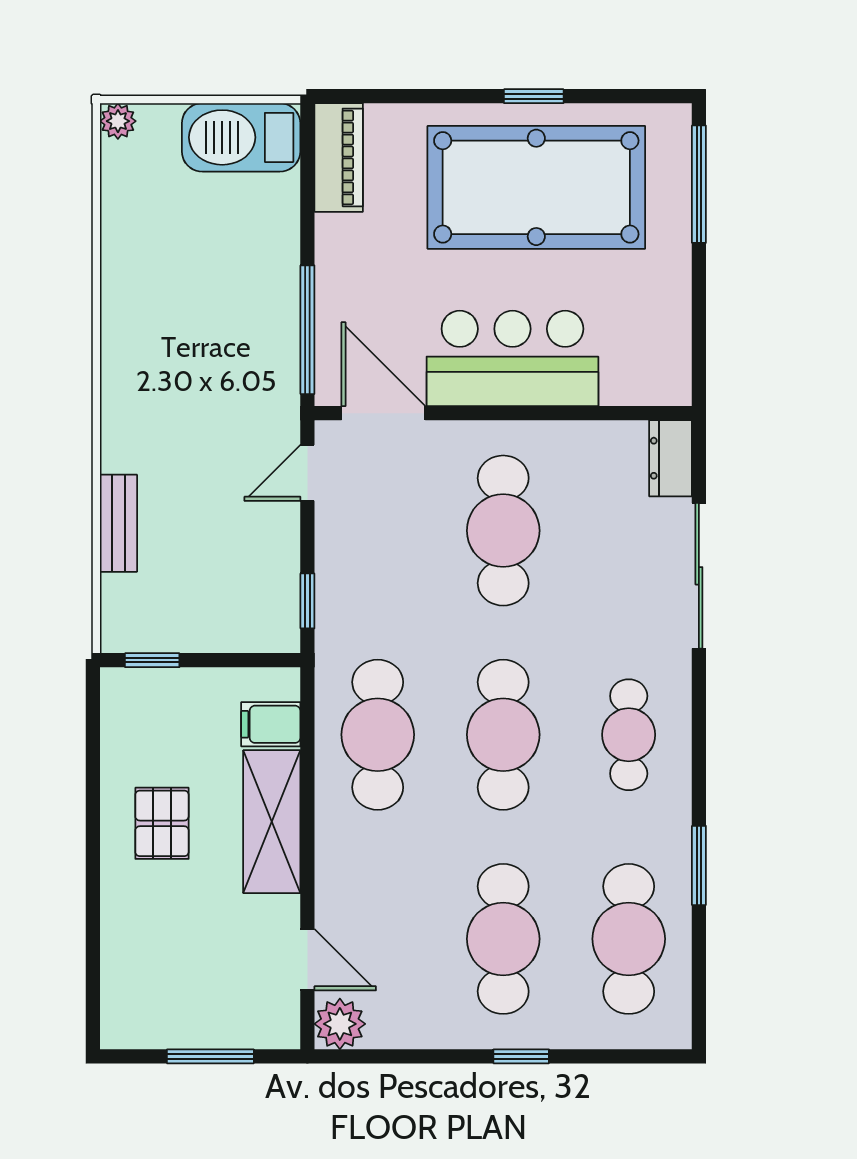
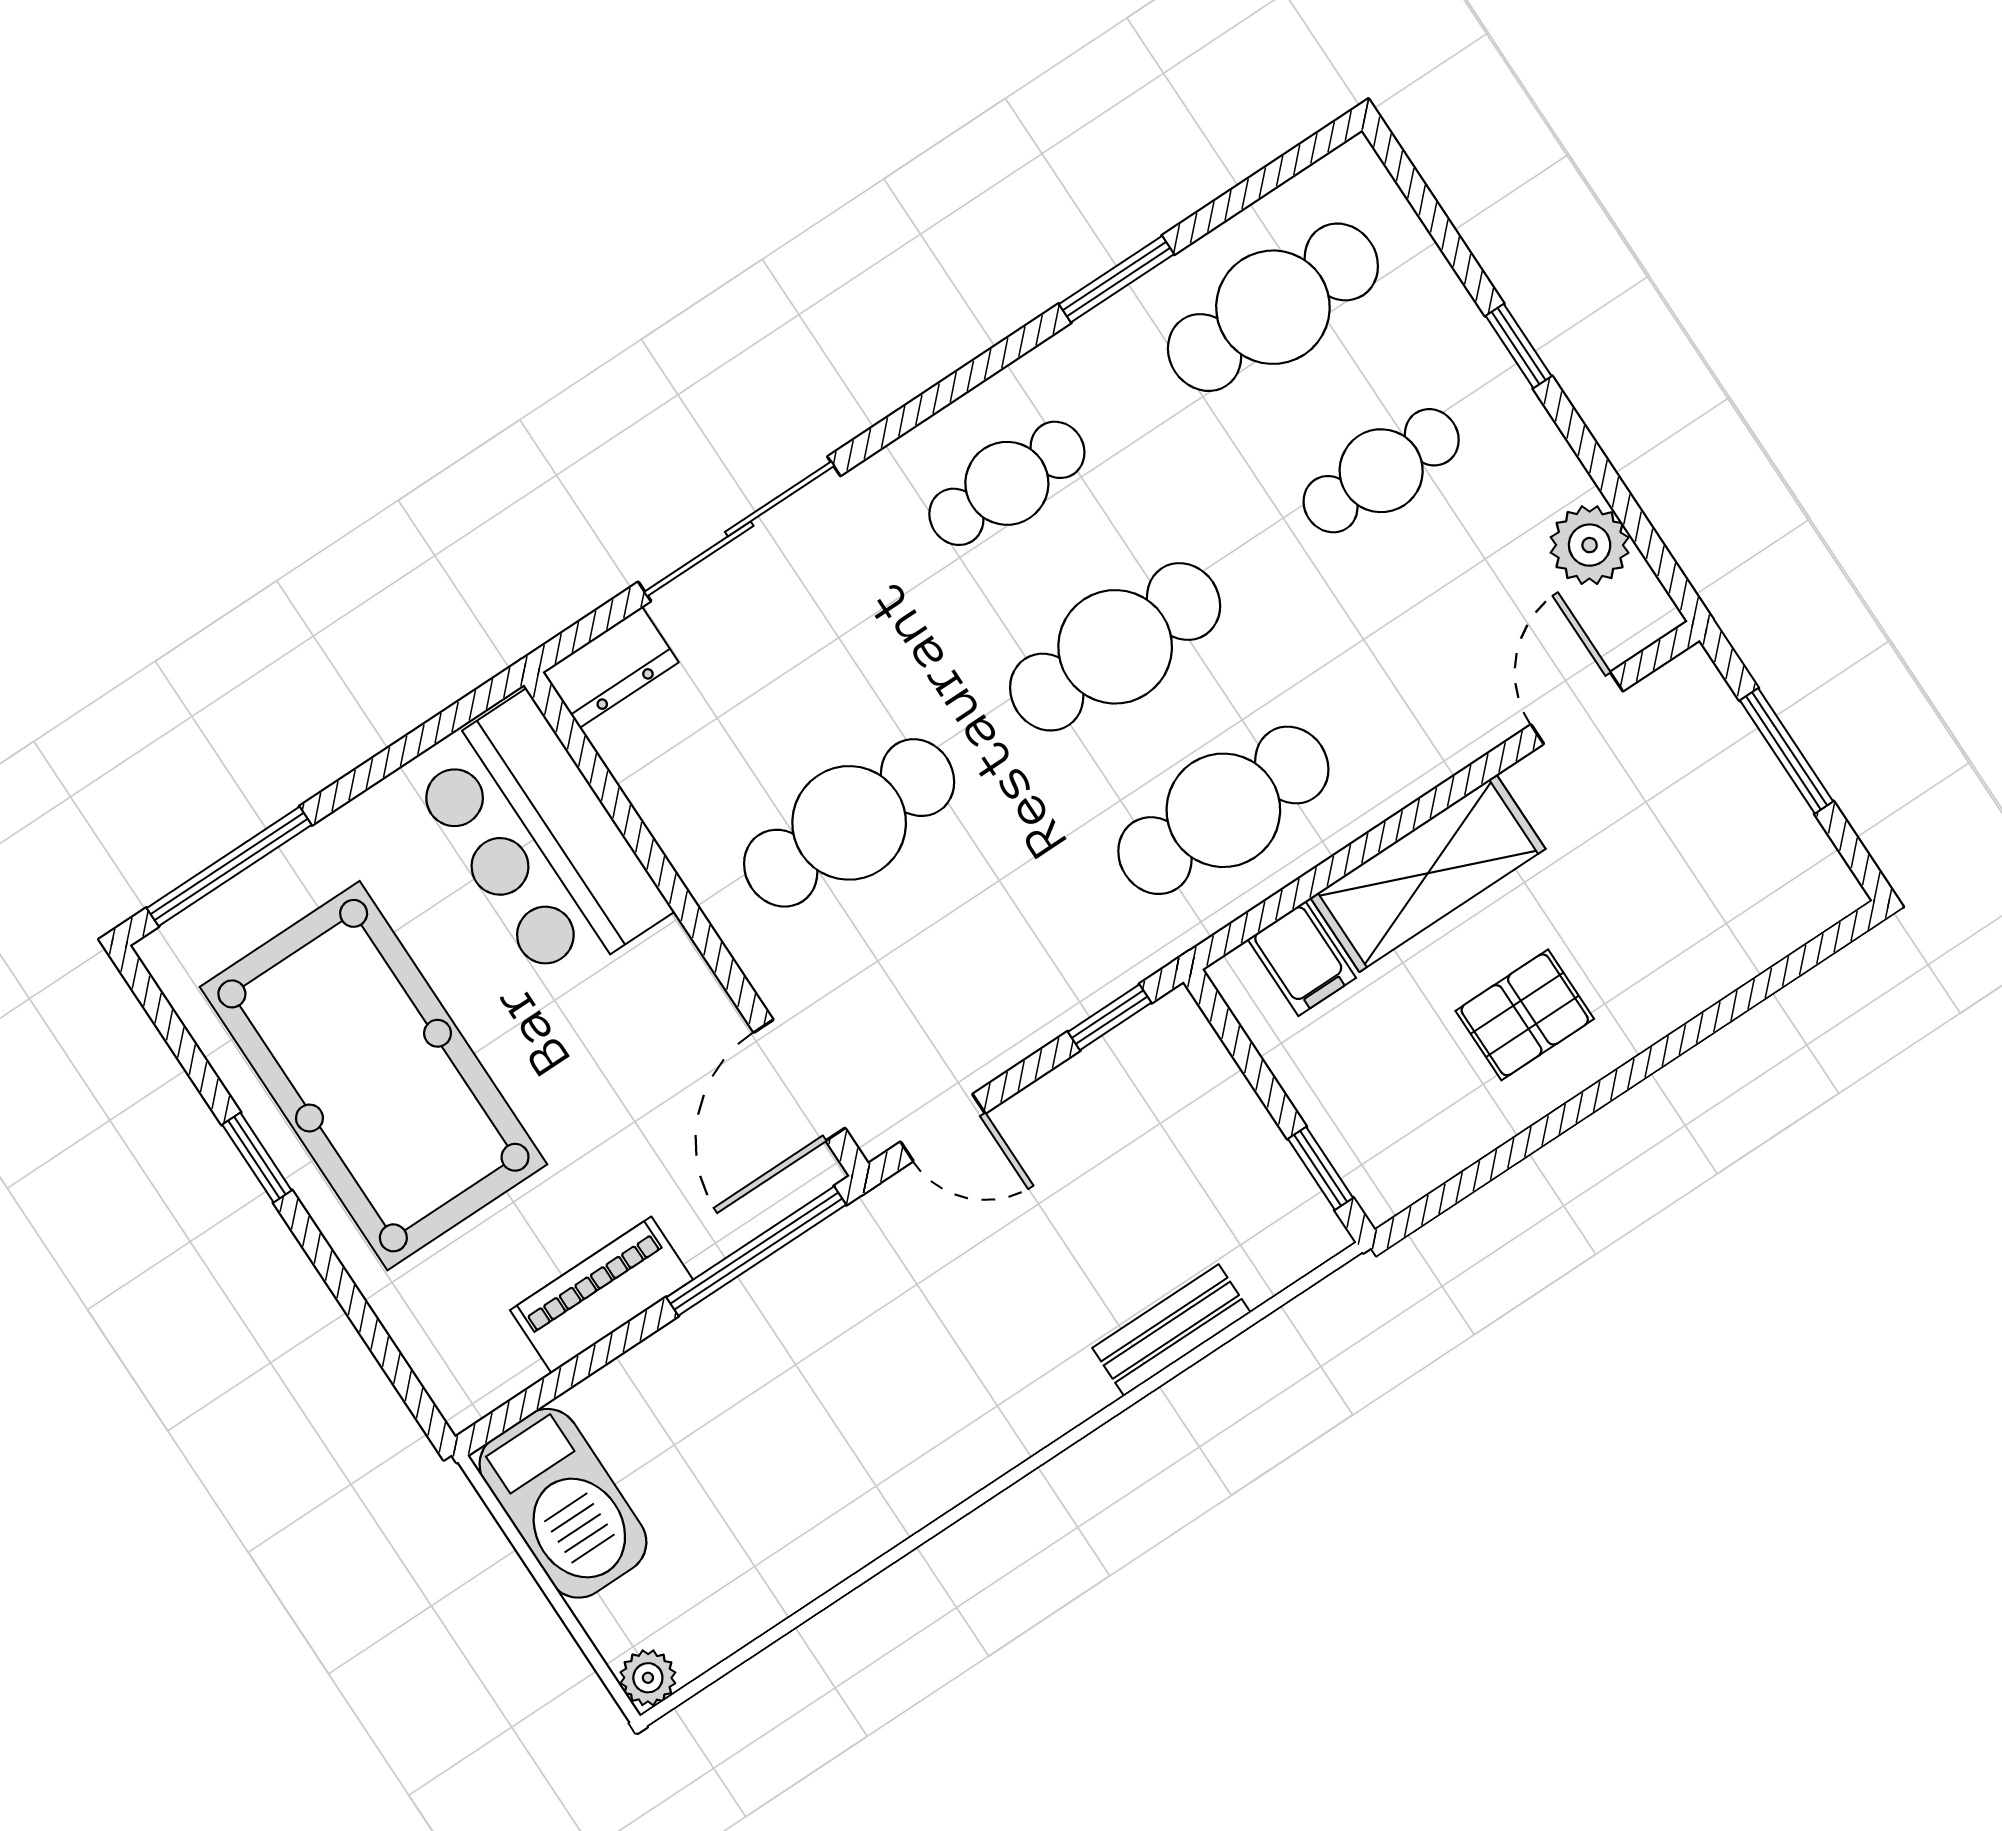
piano: (339, 157) -> (602, 1295), moved
bar counter: (512, 358) -> (539, 841), moved
cafe table: (503, 939) -> (1381, 471), width x0.73, depth x0.74
plant: (340, 1024) -> (1590, 545), moved

